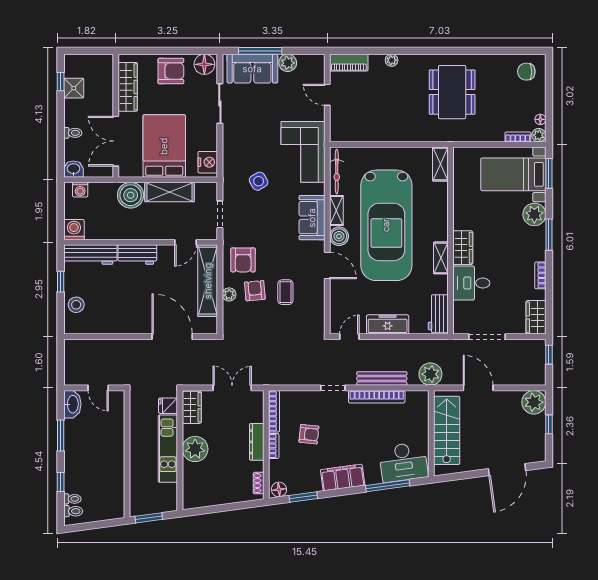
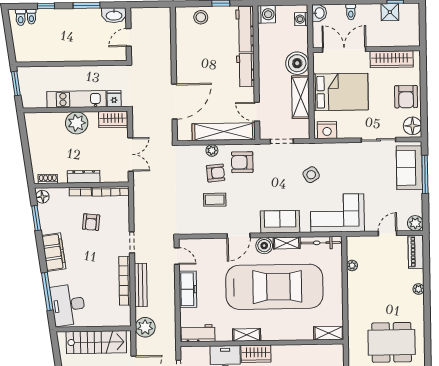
plant: (288, 63) -> (415, 223), moved
plant: (363, 136) -> (352, 265), added
car: (386, 225) -> (274, 287), turned 180

